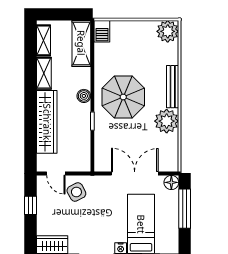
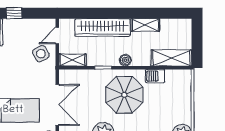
barbecue: (102, 31) -> (155, 76), moved
shelving: (43, 40) -> (72, 60), moved
window: (30, 205) -> (14, 13), moved

